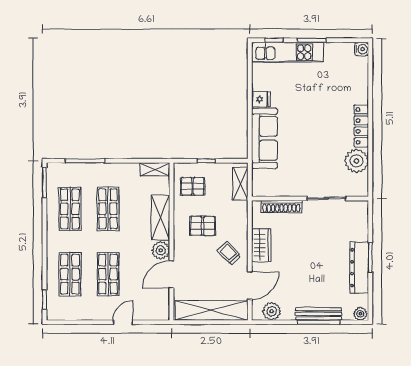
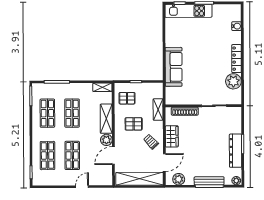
water cooler: (361, 49) -> (236, 26), moved
fridge: (261, 99) -> (171, 41), removed
shelving: (240, 184) -> (158, 109), moved

